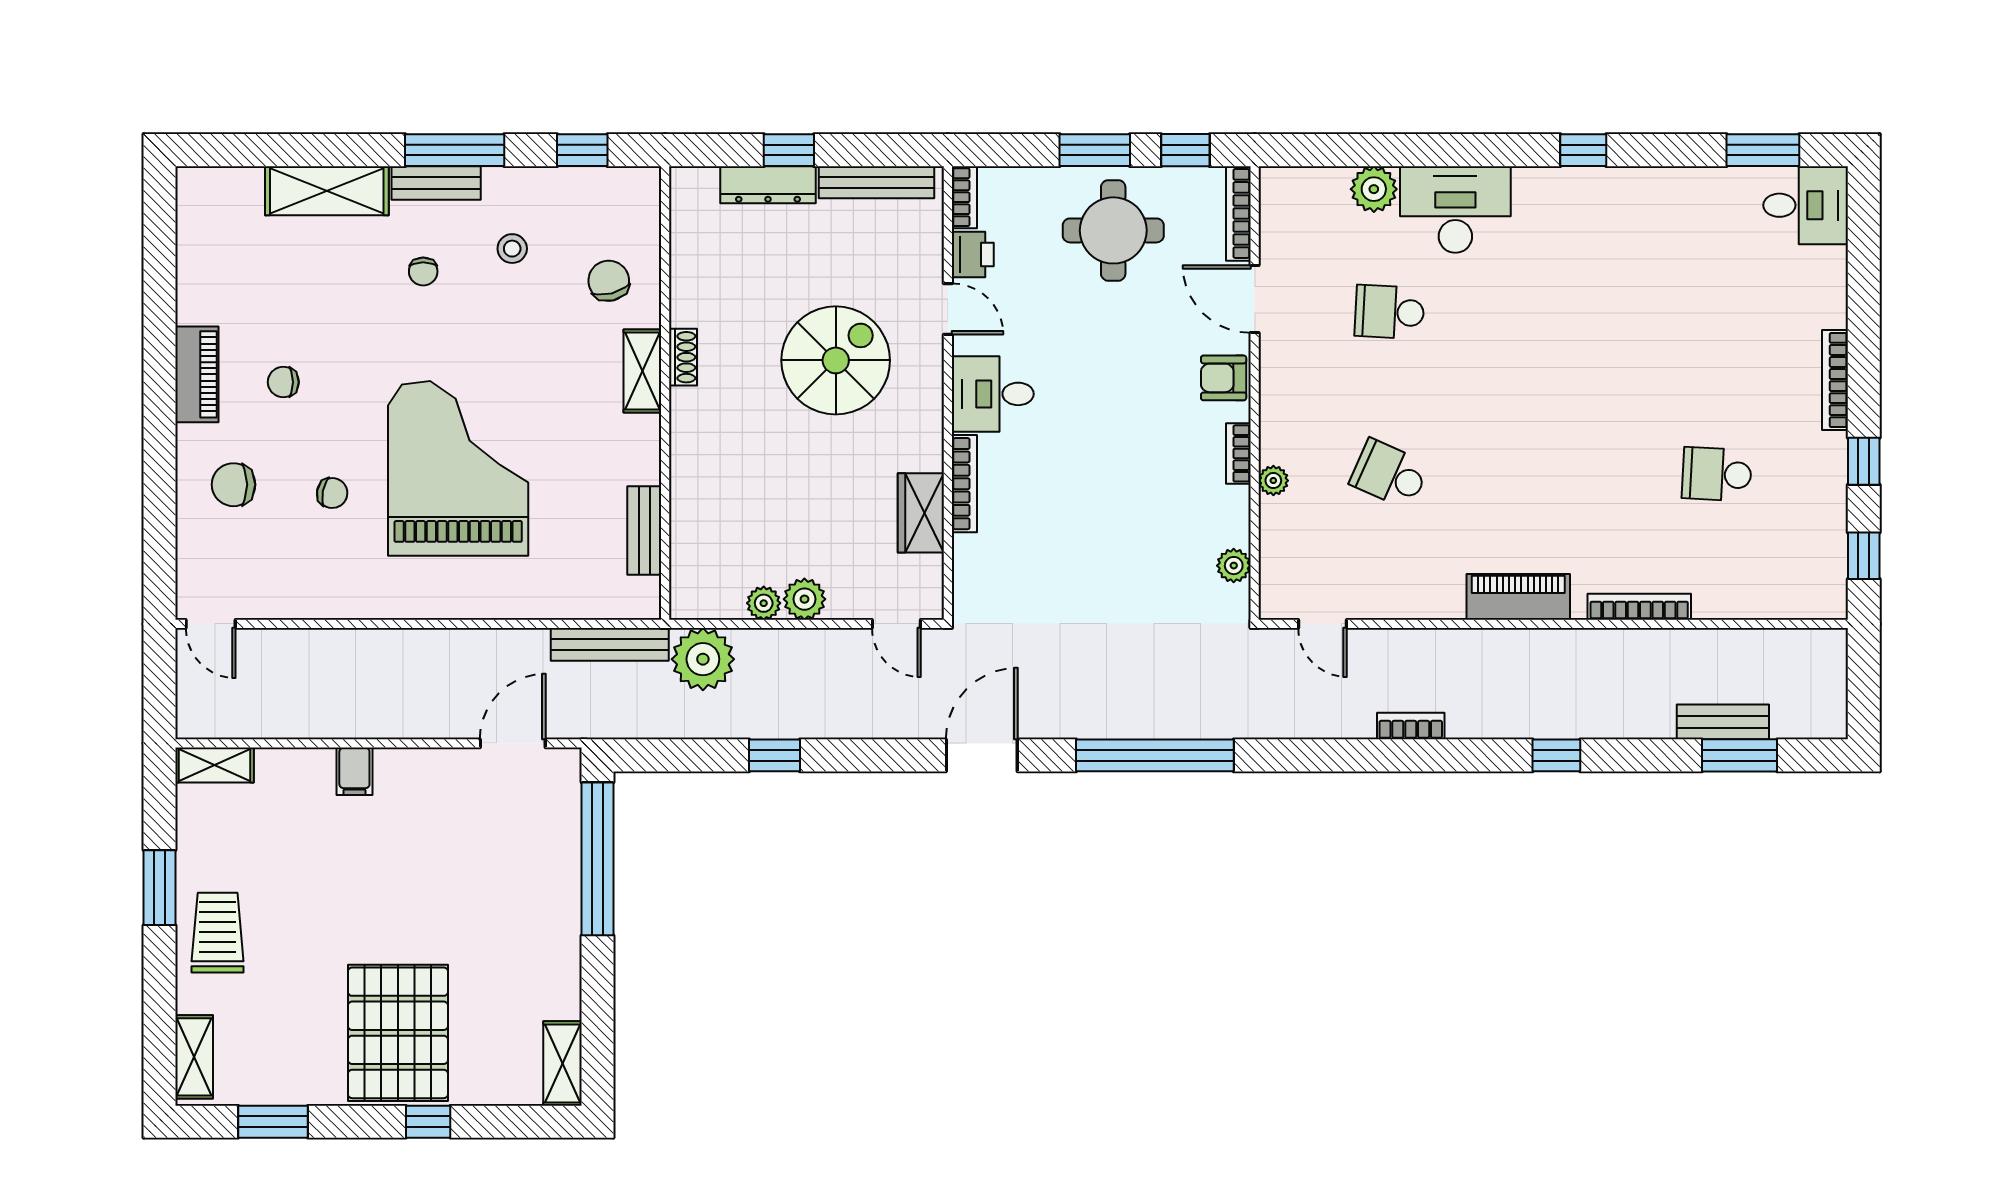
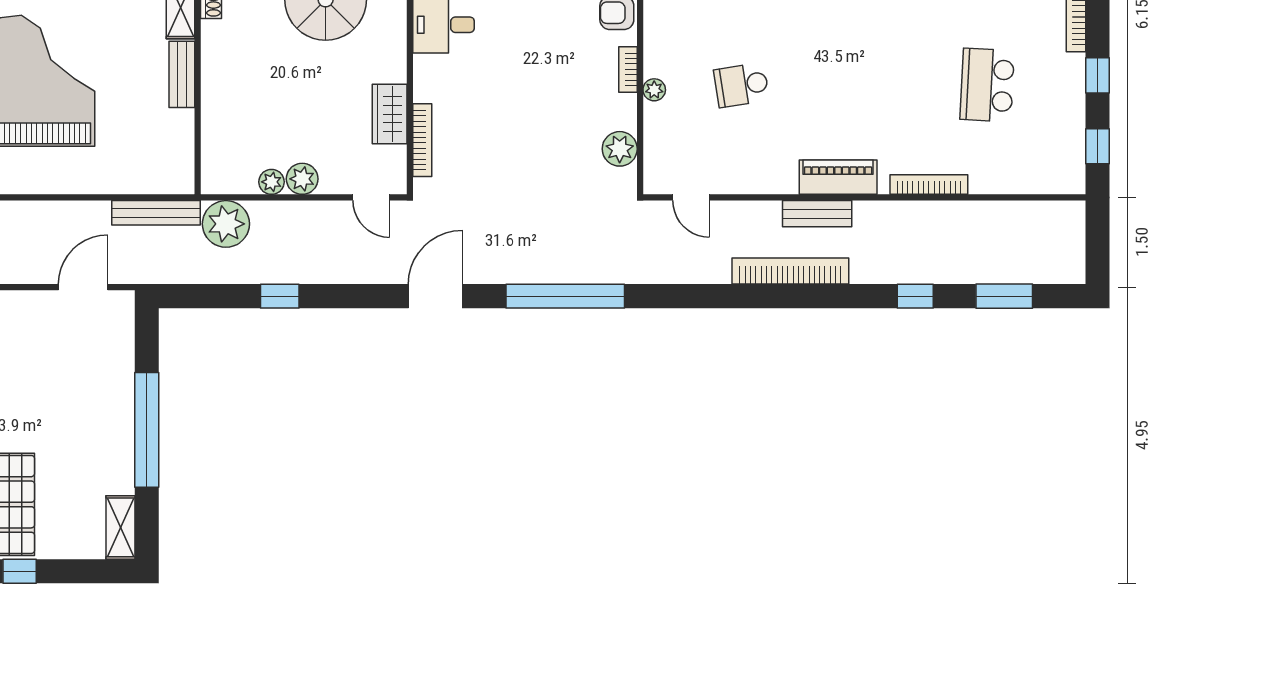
school desk: (1389, 474) -> (741, 85), turned -33
school desk: (1717, 474) -> (987, 85), width x1.85
bookcase: (964, 484) -> (422, 140), moved
bench: (644, 530) -> (182, 74), moved
plant: (1234, 566) -> (620, 149), width x1.38, depth x1.38
bench: (1723, 722) -> (817, 214), moved
bookcase: (1411, 726) -> (790, 271), width x2.31, depth x1.31
window: (1556, 755) -> (915, 296), moved
window: (597, 859) -> (147, 430), moved

